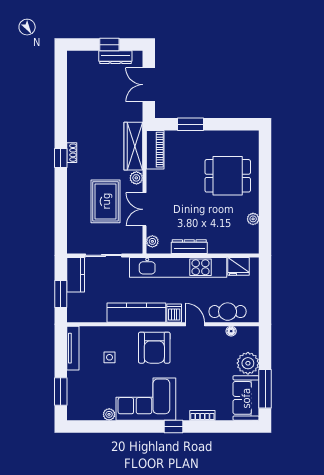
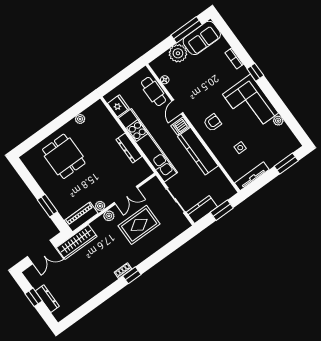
dresser: (115, 57) -> (47, 299), moved
wardrobe: (133, 146) -> (77, 242), moved
plant: (152, 241) -> (100, 206), moved
armchair: (154, 348) -> (212, 123), width x0.53, depth x0.53

